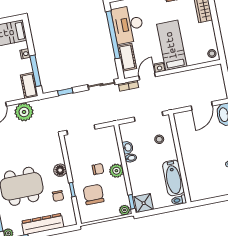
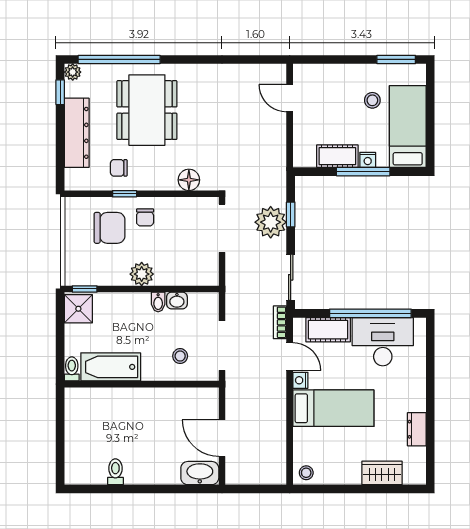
window: (35, 71) -> (363, 172), moved
cot: (29, 85) -> (337, 156), moved
plant: (24, 112) -> (271, 222), moved
chair: (98, 169) -> (145, 217), moved
floor lamp: (60, 170) -> (189, 180), moved
plant: (124, 210) -> (73, 274), removed

